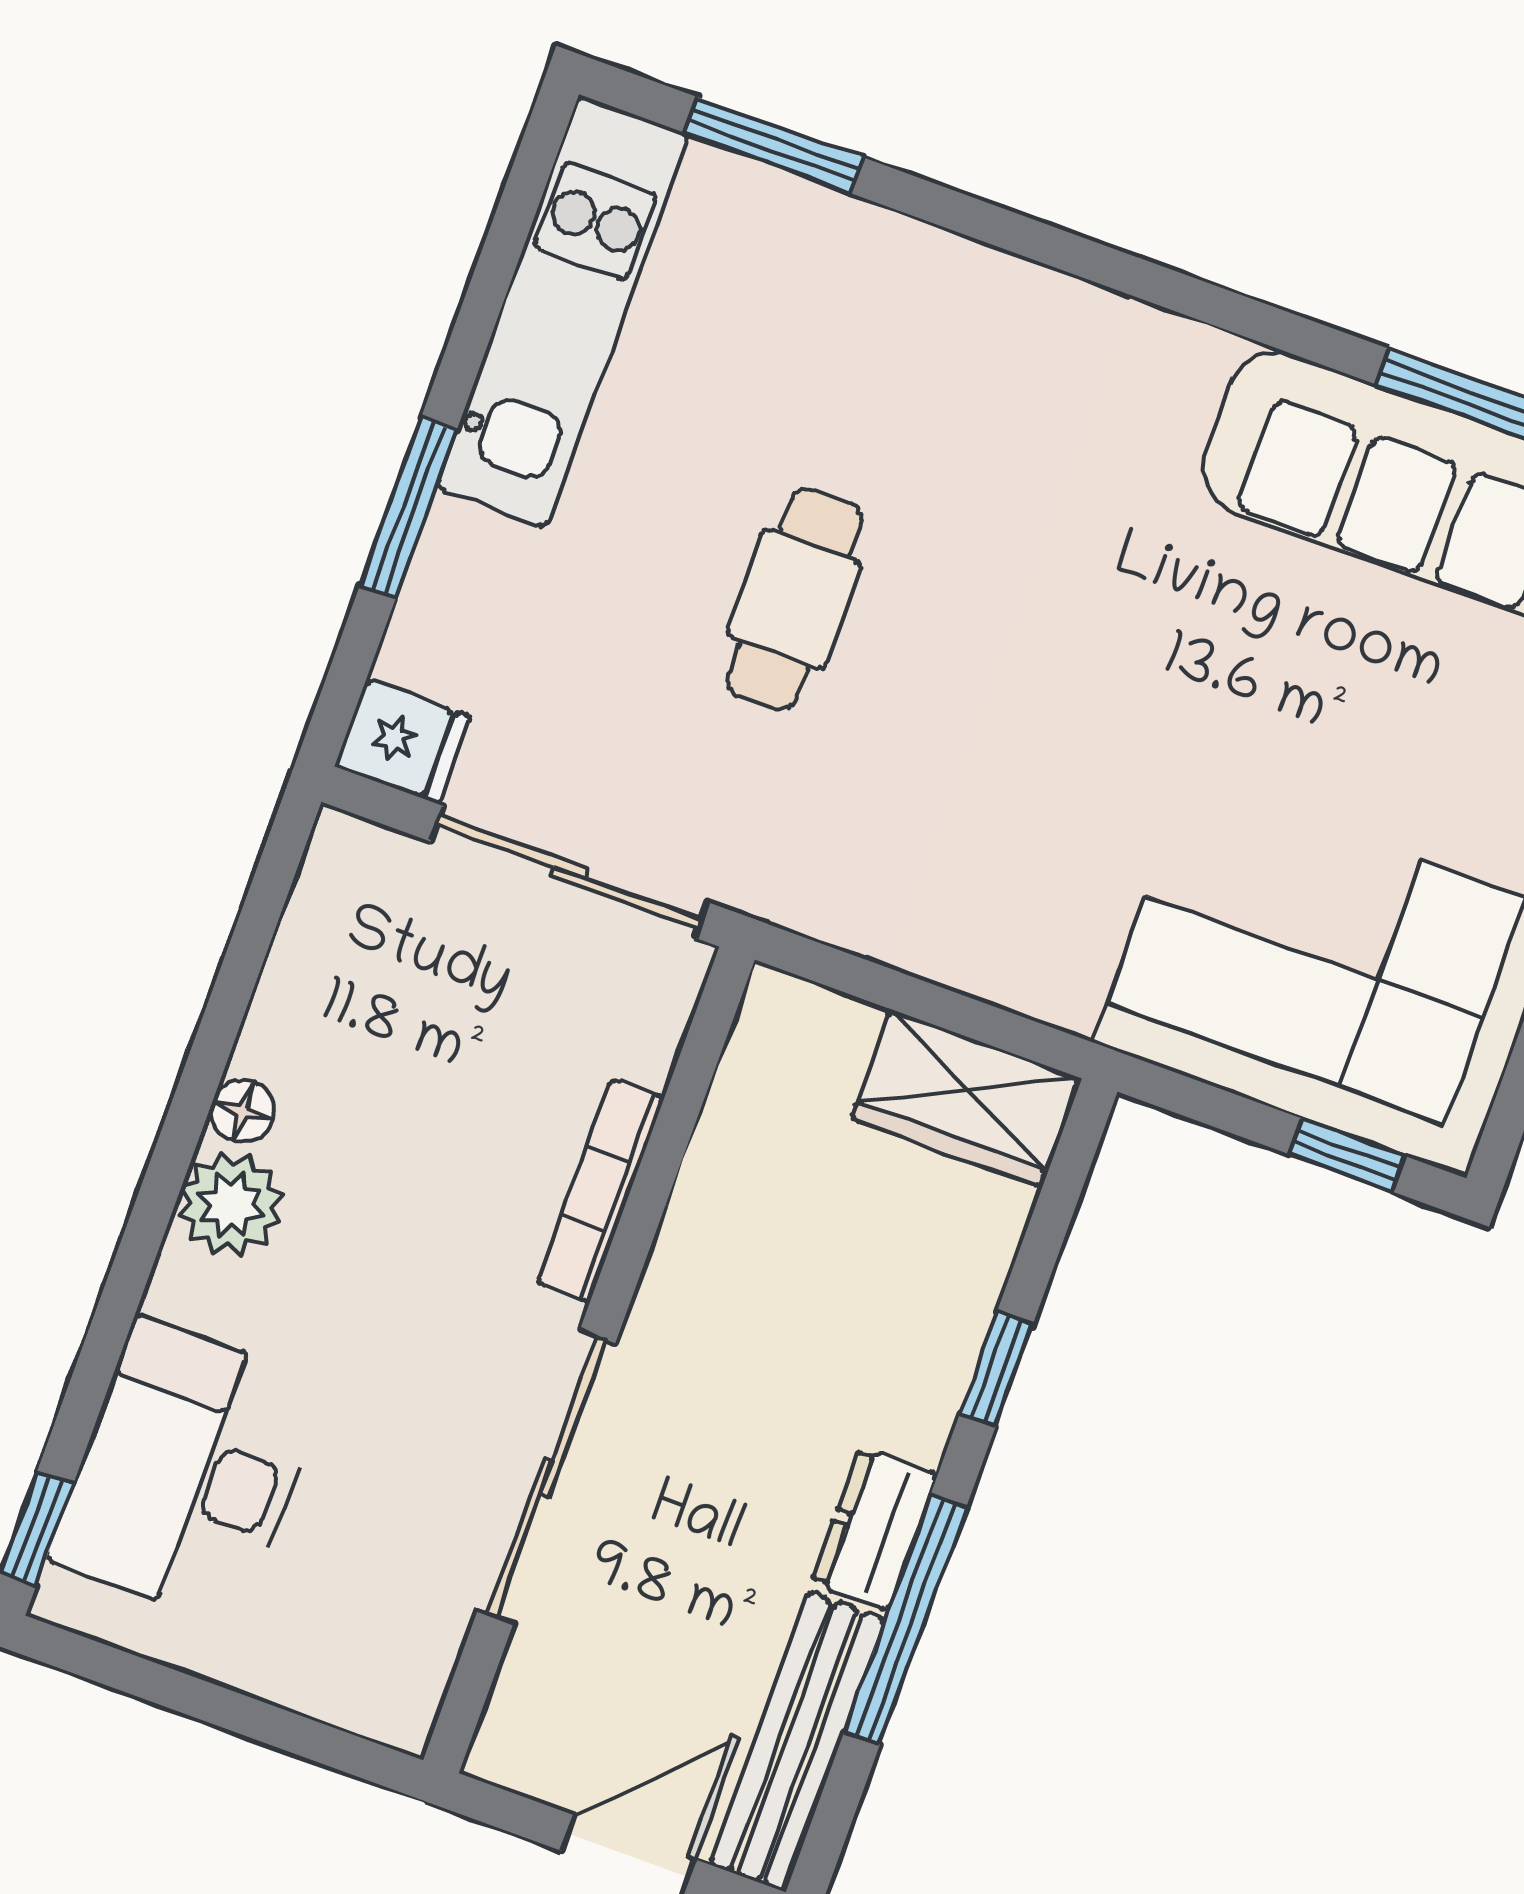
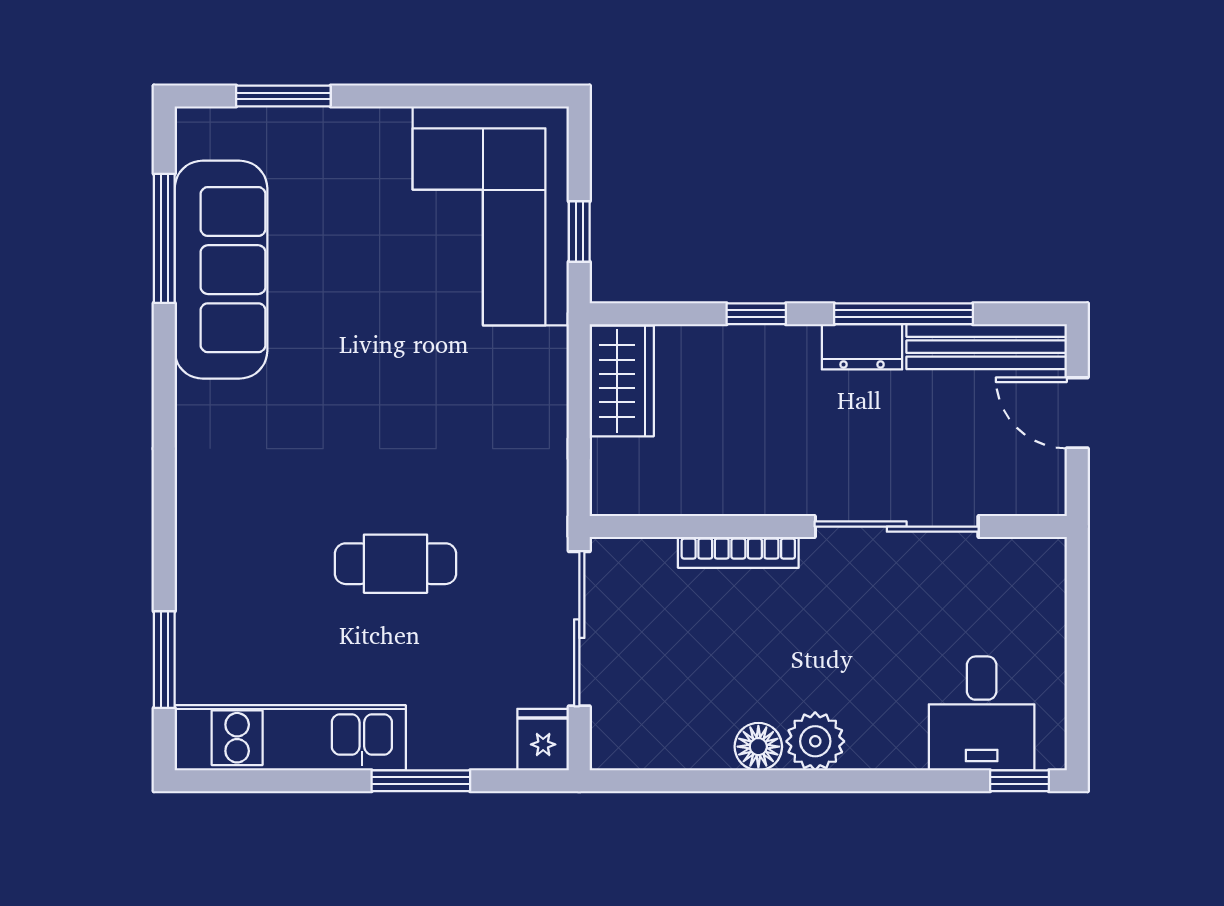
floor lamp: (242, 1111) -> (758, 747), width x1.37, depth x1.37
window: (1347, 1155) -> (579, 231), moved
desk: (187, 1472) -> (982, 713), width x0.73

